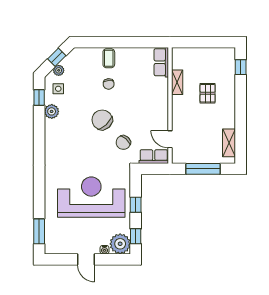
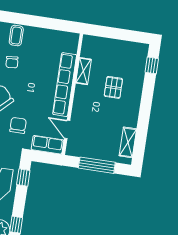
row of seats: (161, 62) -> (65, 85), moved, width x2.02
chair: (123, 143) -> (18, 125), turned 137
window: (136, 205) -> (23, 178), moved

